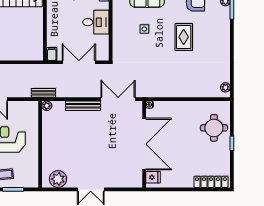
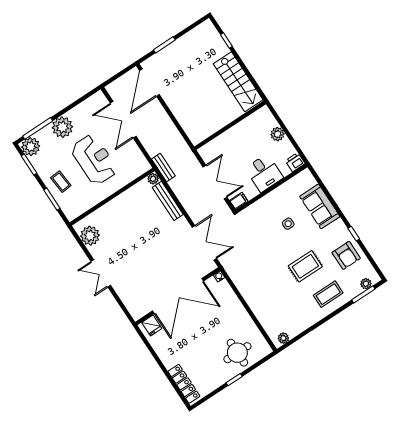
coffee table: (215, 34) -> (328, 294), added
filing cabinet: (52, 54) -> (239, 201), moved
bench: (83, 106) -> (168, 201), moved

